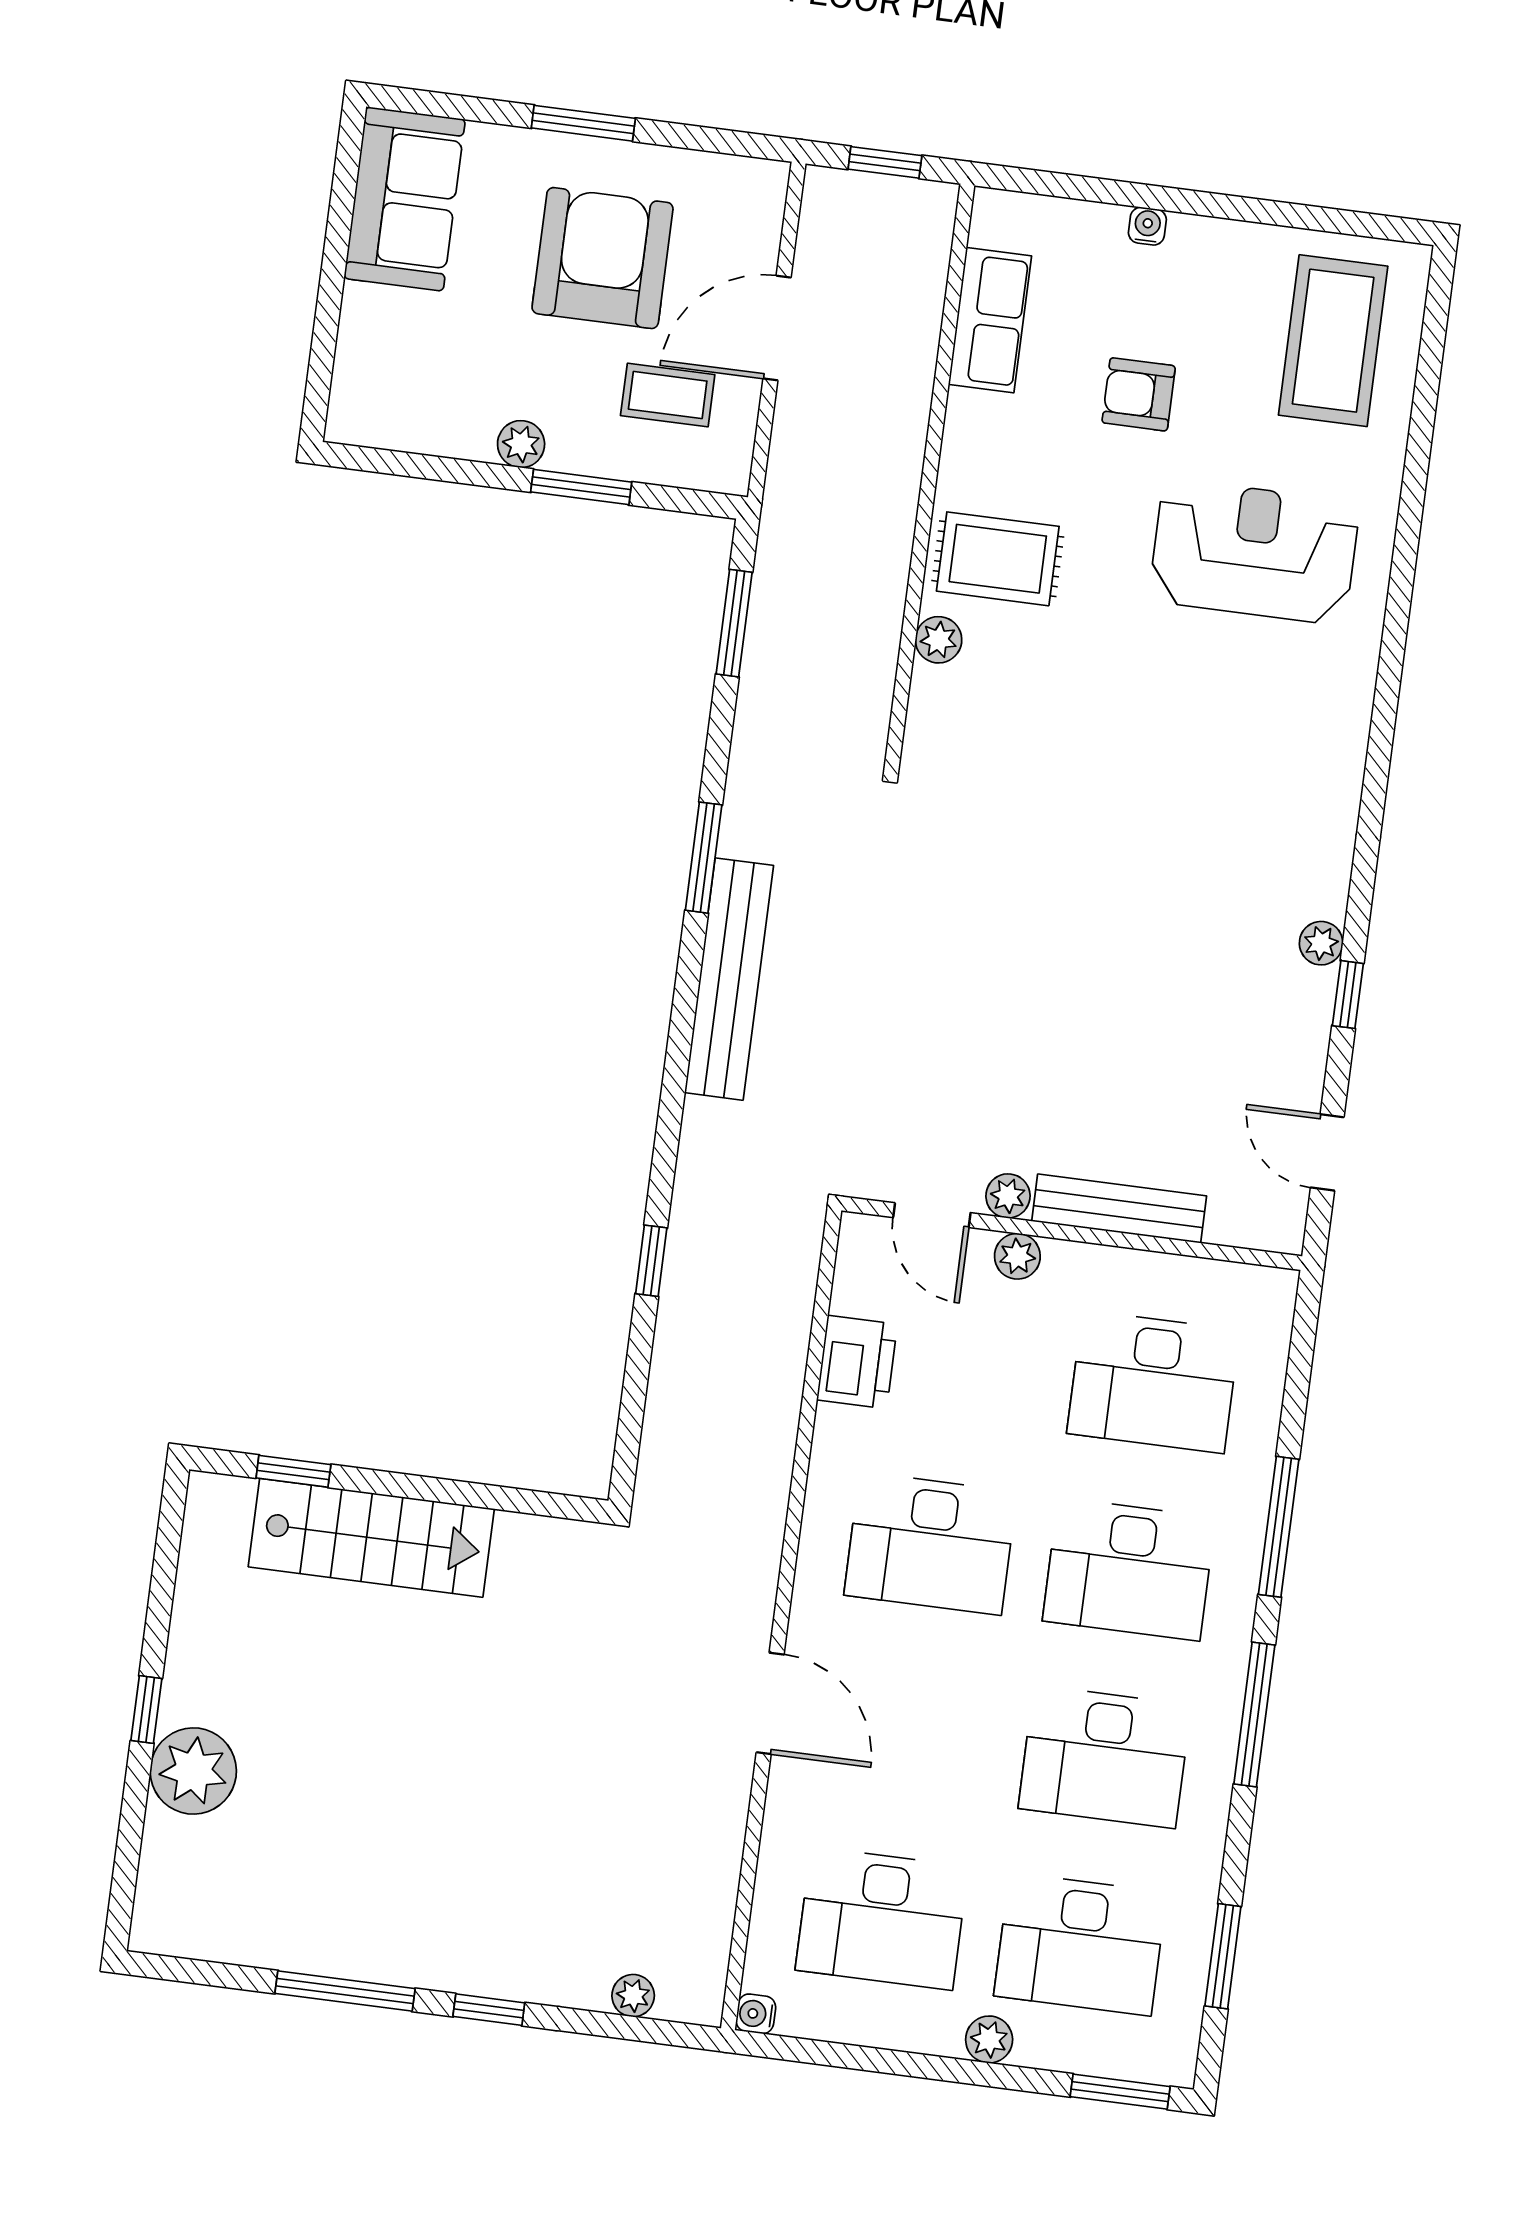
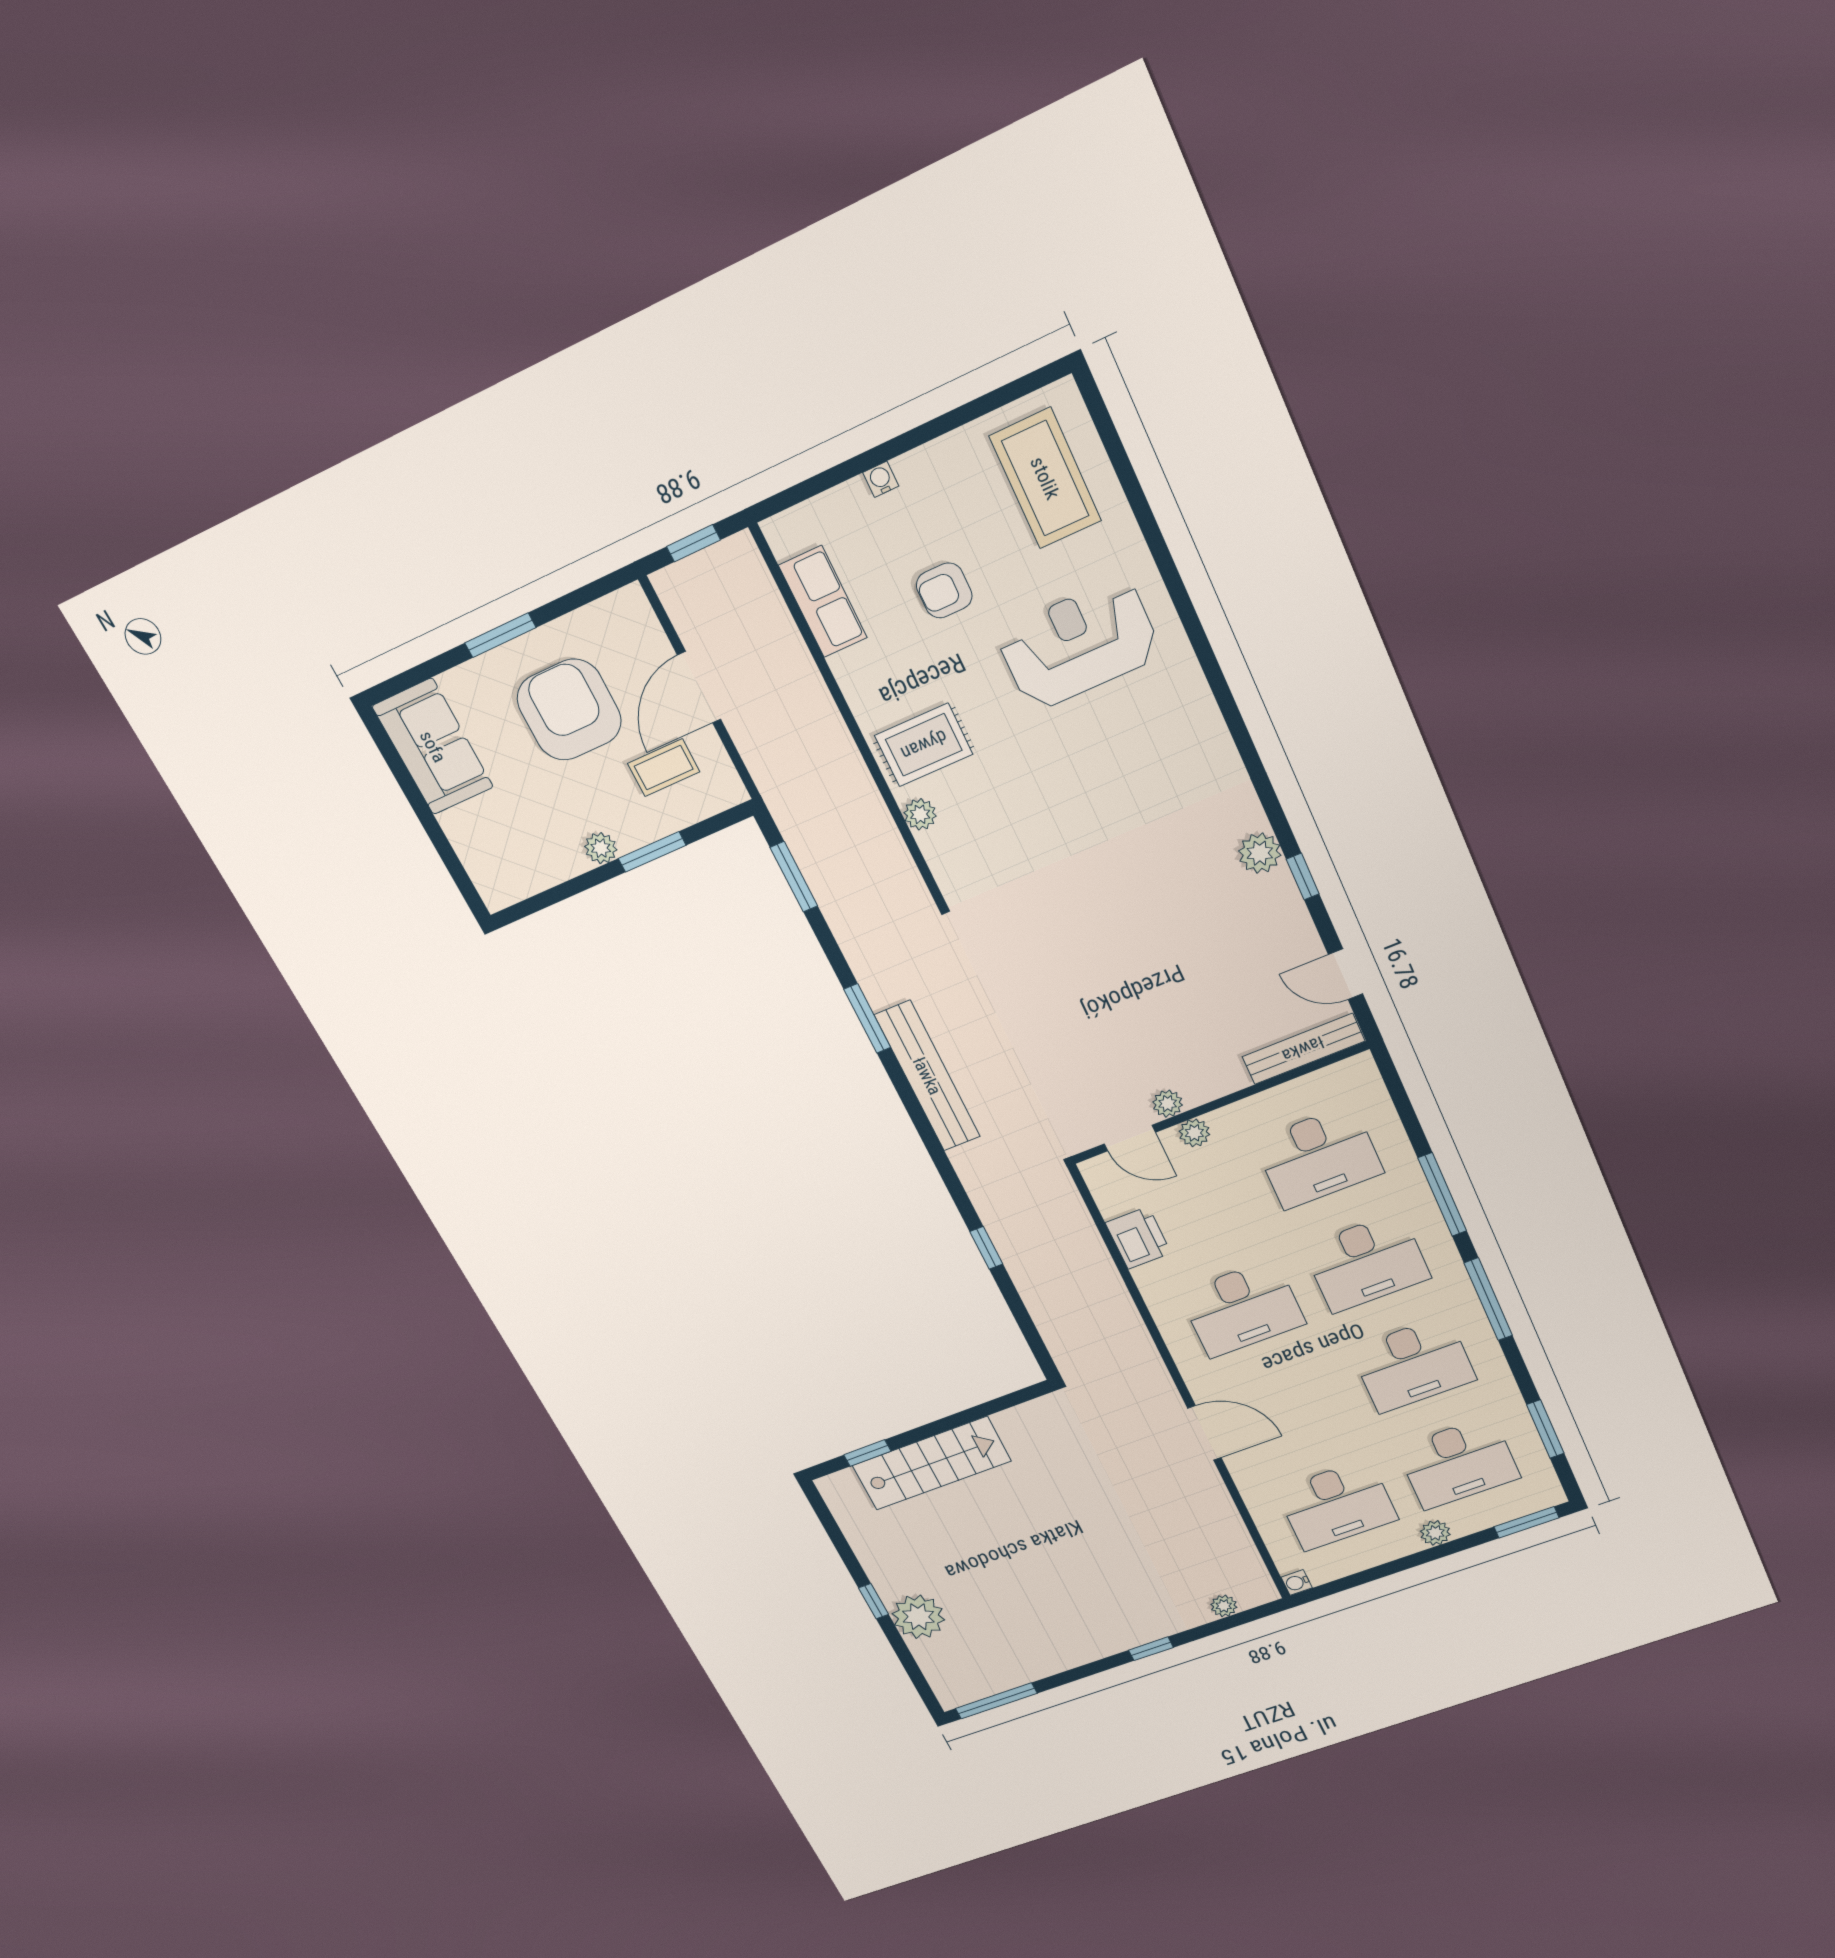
plant: (1321, 943) -> (1260, 853), width x1.38, depth x1.38
bench: (1119, 1209) -> (1303, 1049), moved
window: (345, 1991) -> (996, 1701), moved

